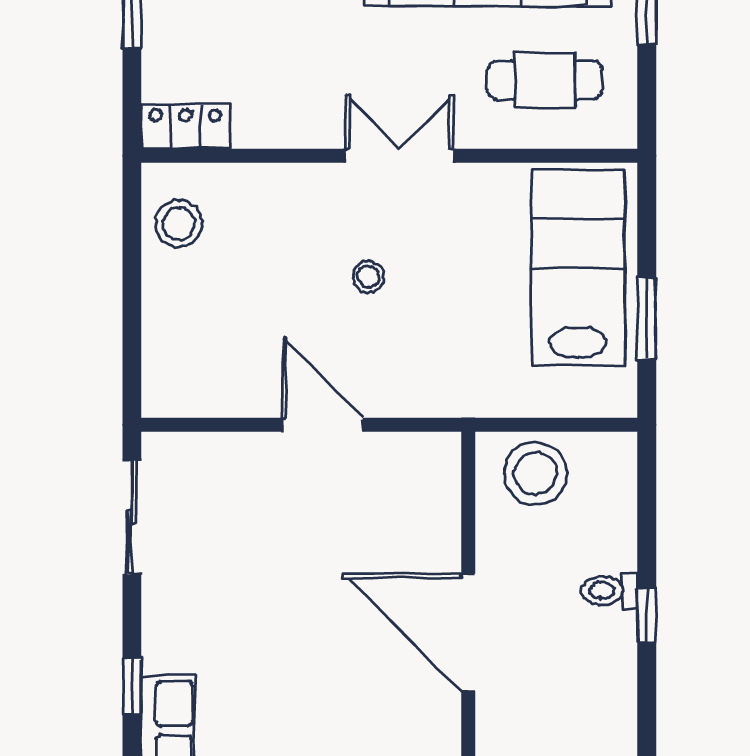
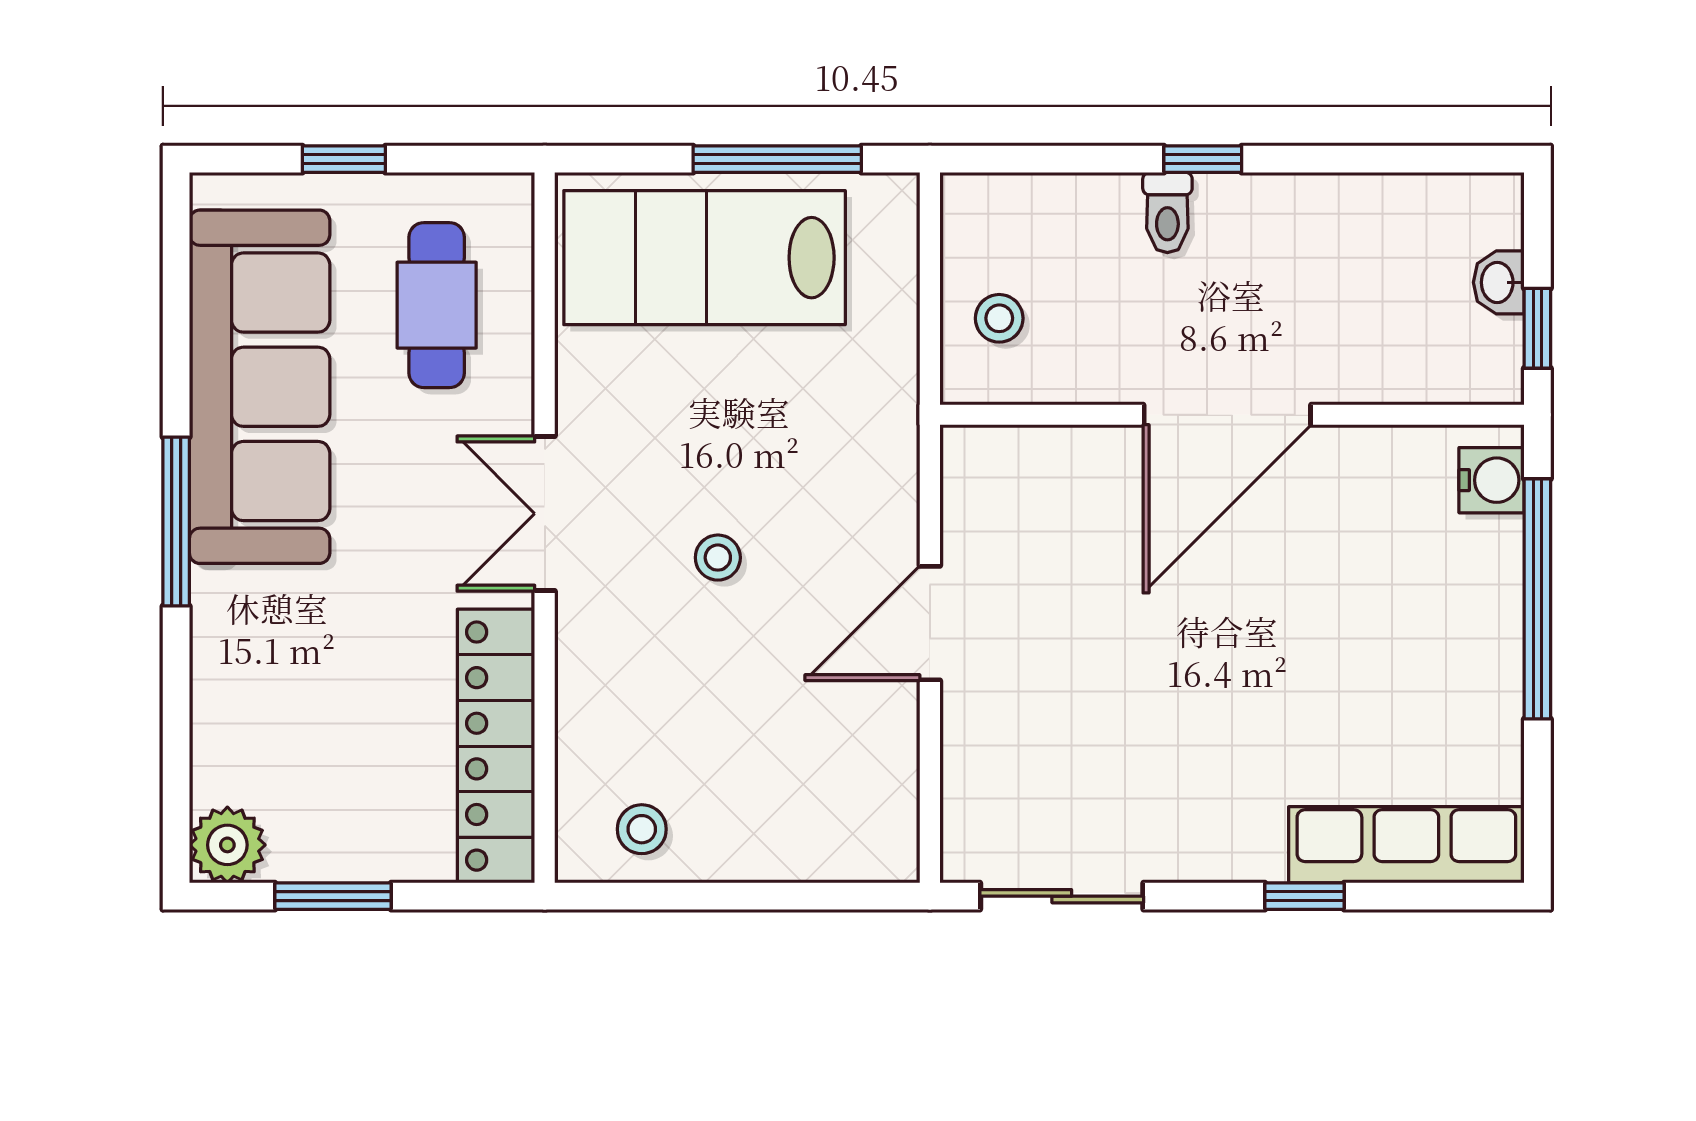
locker: (186, 126) -> (496, 746), width x2.16, depth x1.21
stool: (179, 224) -> (642, 829), width x0.73, depth x0.73
window: (647, 318) -> (777, 159), width x1.44
stool: (536, 473) -> (999, 318), width x0.53, depth x0.53

